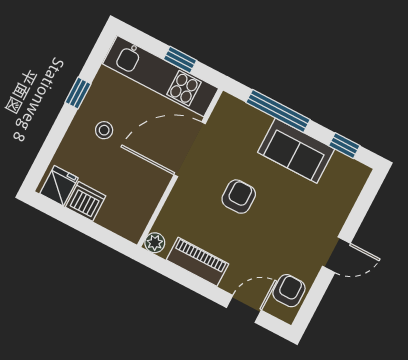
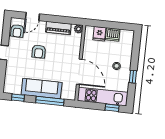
window: (180, 60) -> (112, 108), moved
door: (190, 149) -> (79, 72), hinge flipped
sofa: (296, 151) -> (42, 89), width x1.36
fridge: (59, 186) -> (99, 34), moved
armchair: (239, 197) -> (39, 52), moved

